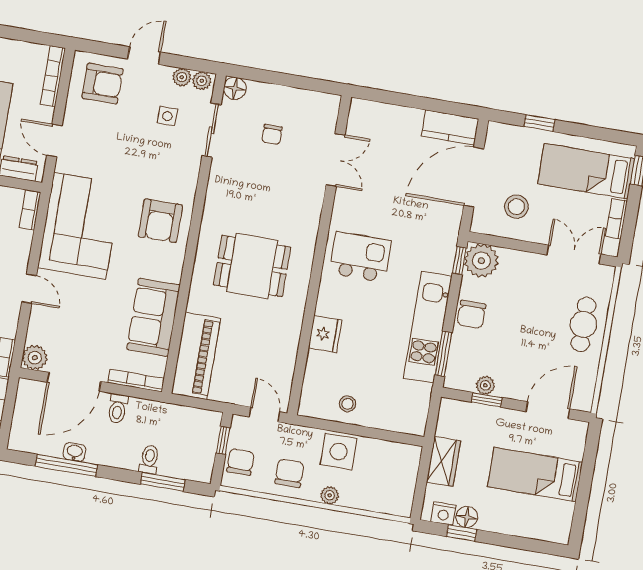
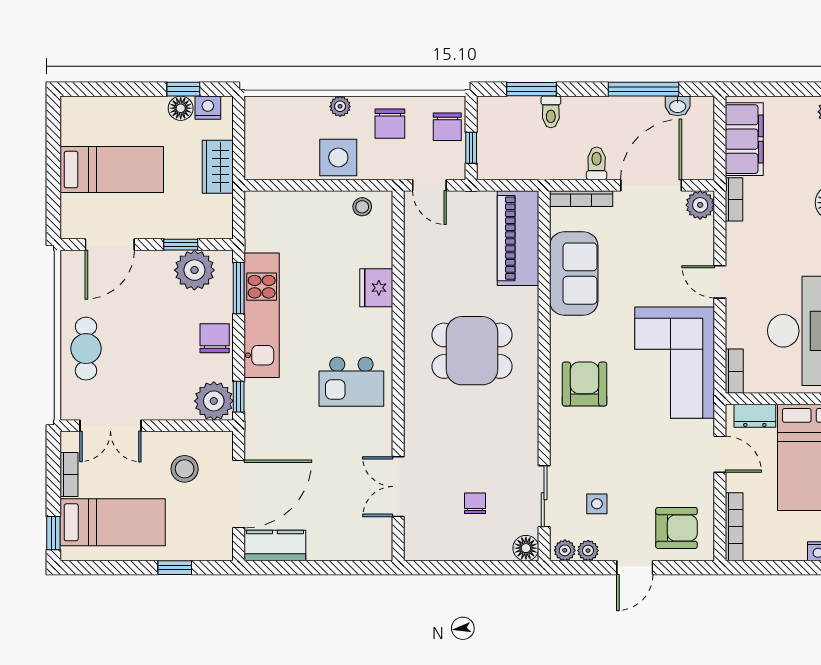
armchair: (102, 84) -> (677, 528), turned 180
plant: (485, 385) -> (194, 270), width x1.87, depth x1.87
stool: (348, 404) -> (362, 207), moved
washbasin: (74, 452) -> (678, 106), moved

